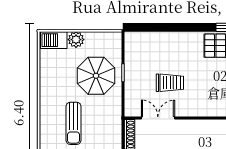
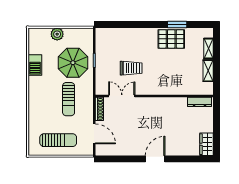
barbecue: (54, 40) -> (35, 65), moved, turned -90
sun lounger: (73, 123) -> (69, 99), moved

